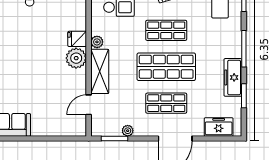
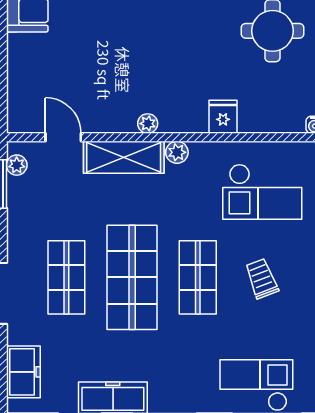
fridge: (77, 39) -> (223, 117), moved
plant: (76, 58) -> (148, 124), width x0.53, depth x0.53
plant: (128, 131) -> (17, 165), moved

